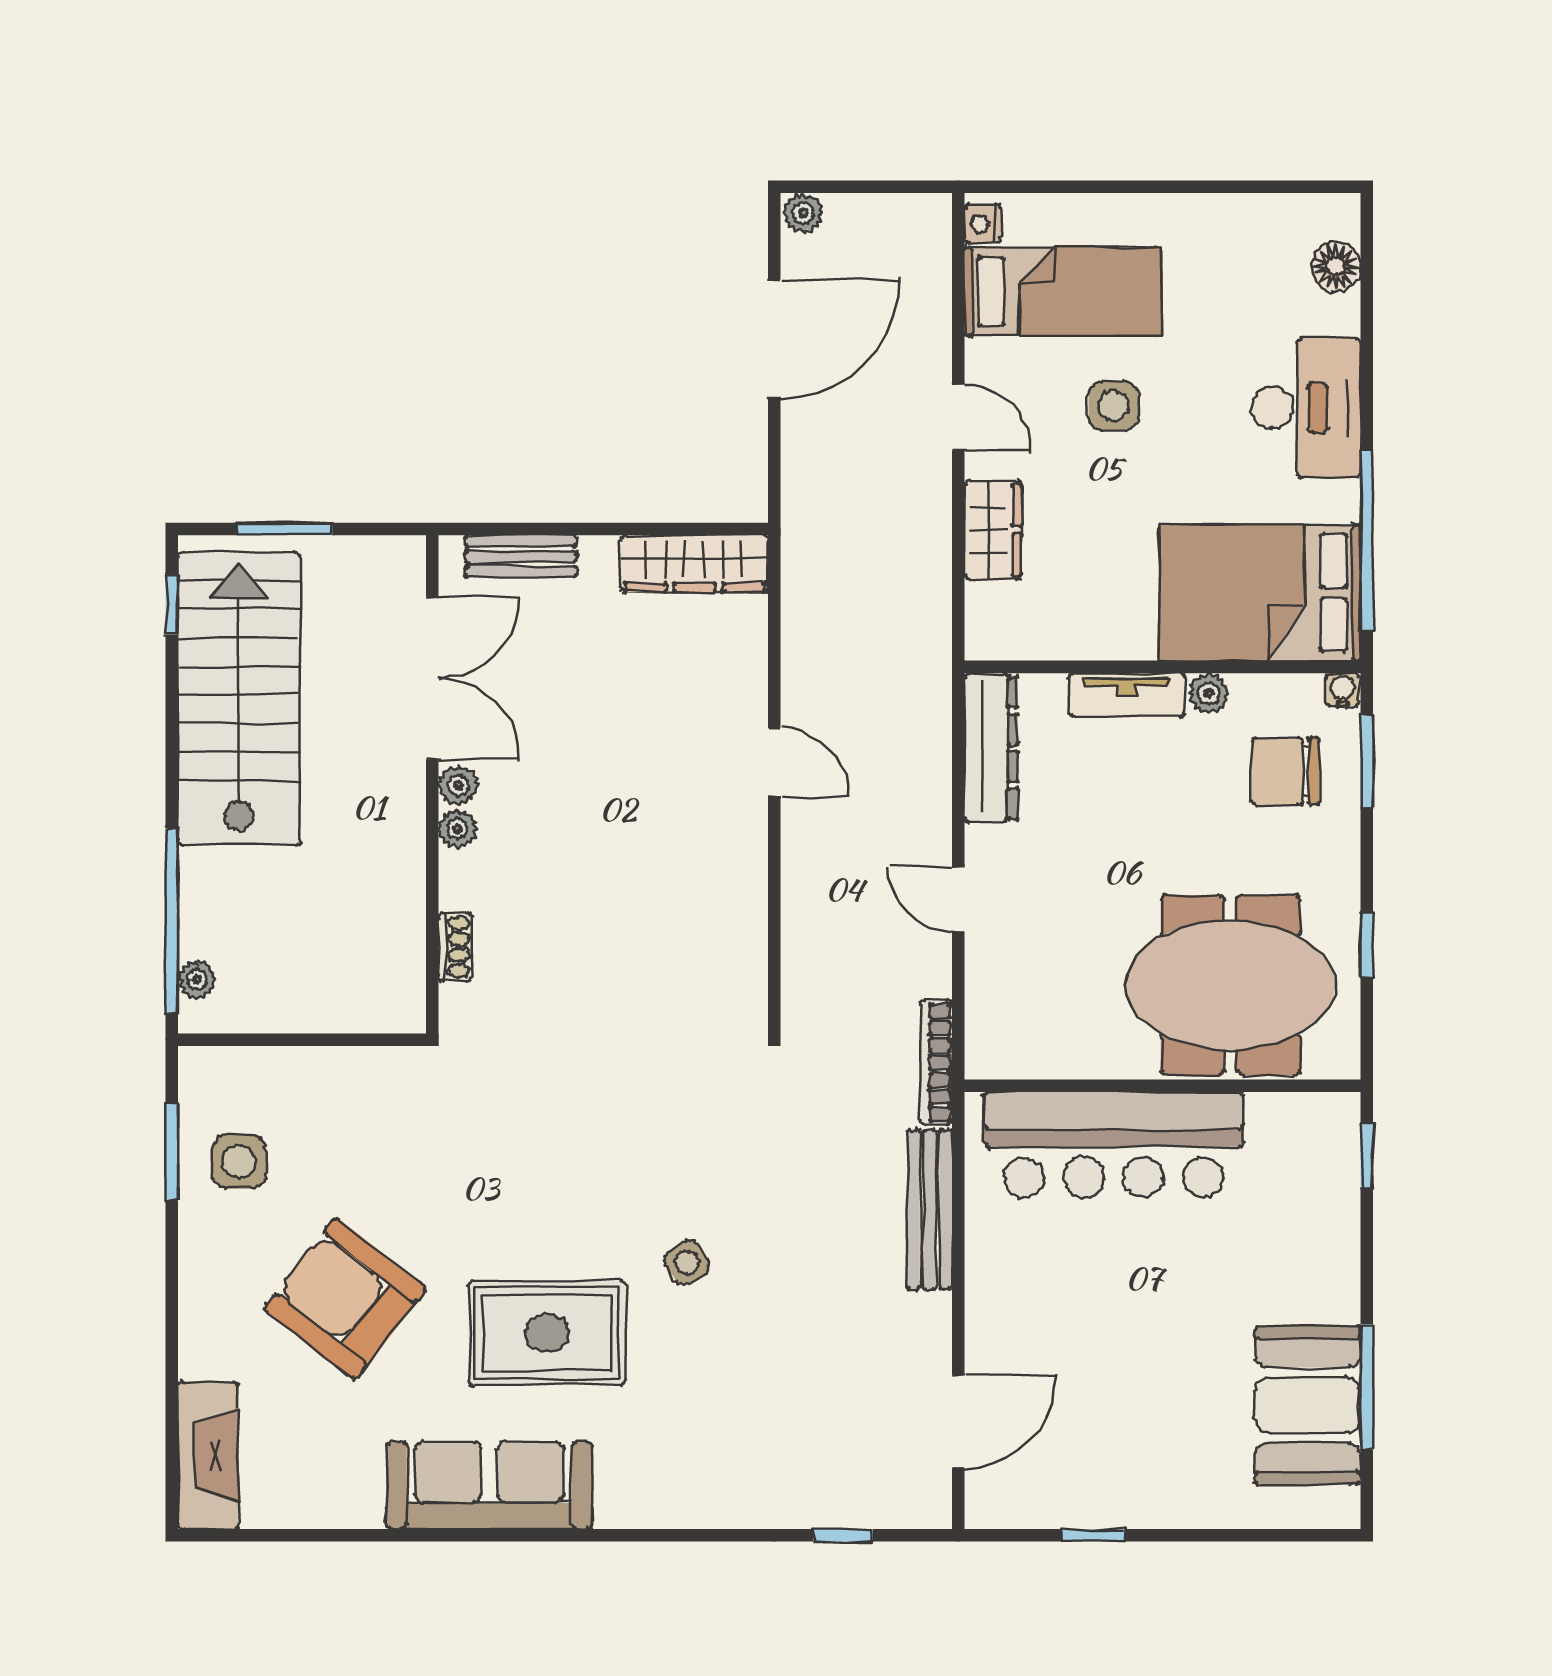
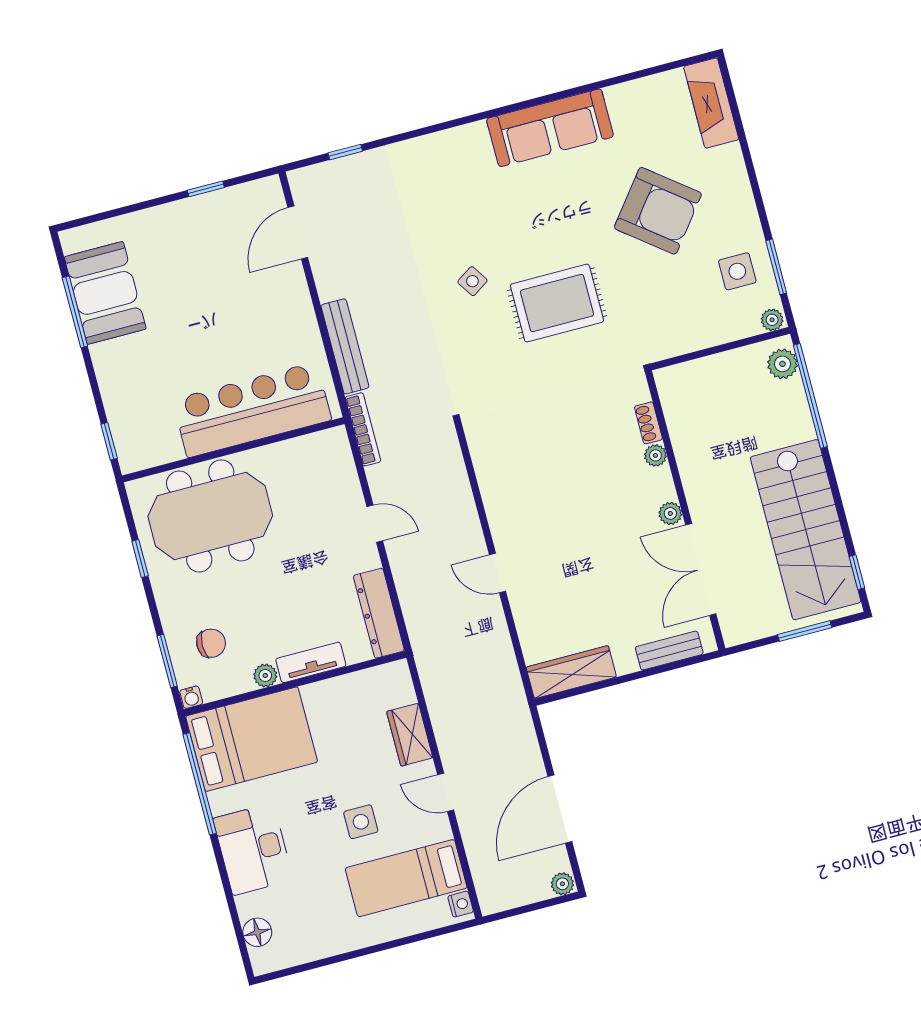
chair: (1285, 771) -> (211, 643), width x0.73, depth x0.73
plant: (458, 829) -> (655, 455), moved
plant: (197, 979) -> (782, 364), width x1.38, depth x1.38
plant: (202, 1065) -> (772, 320), added
rug: (547, 1333) -> (557, 303), moved

